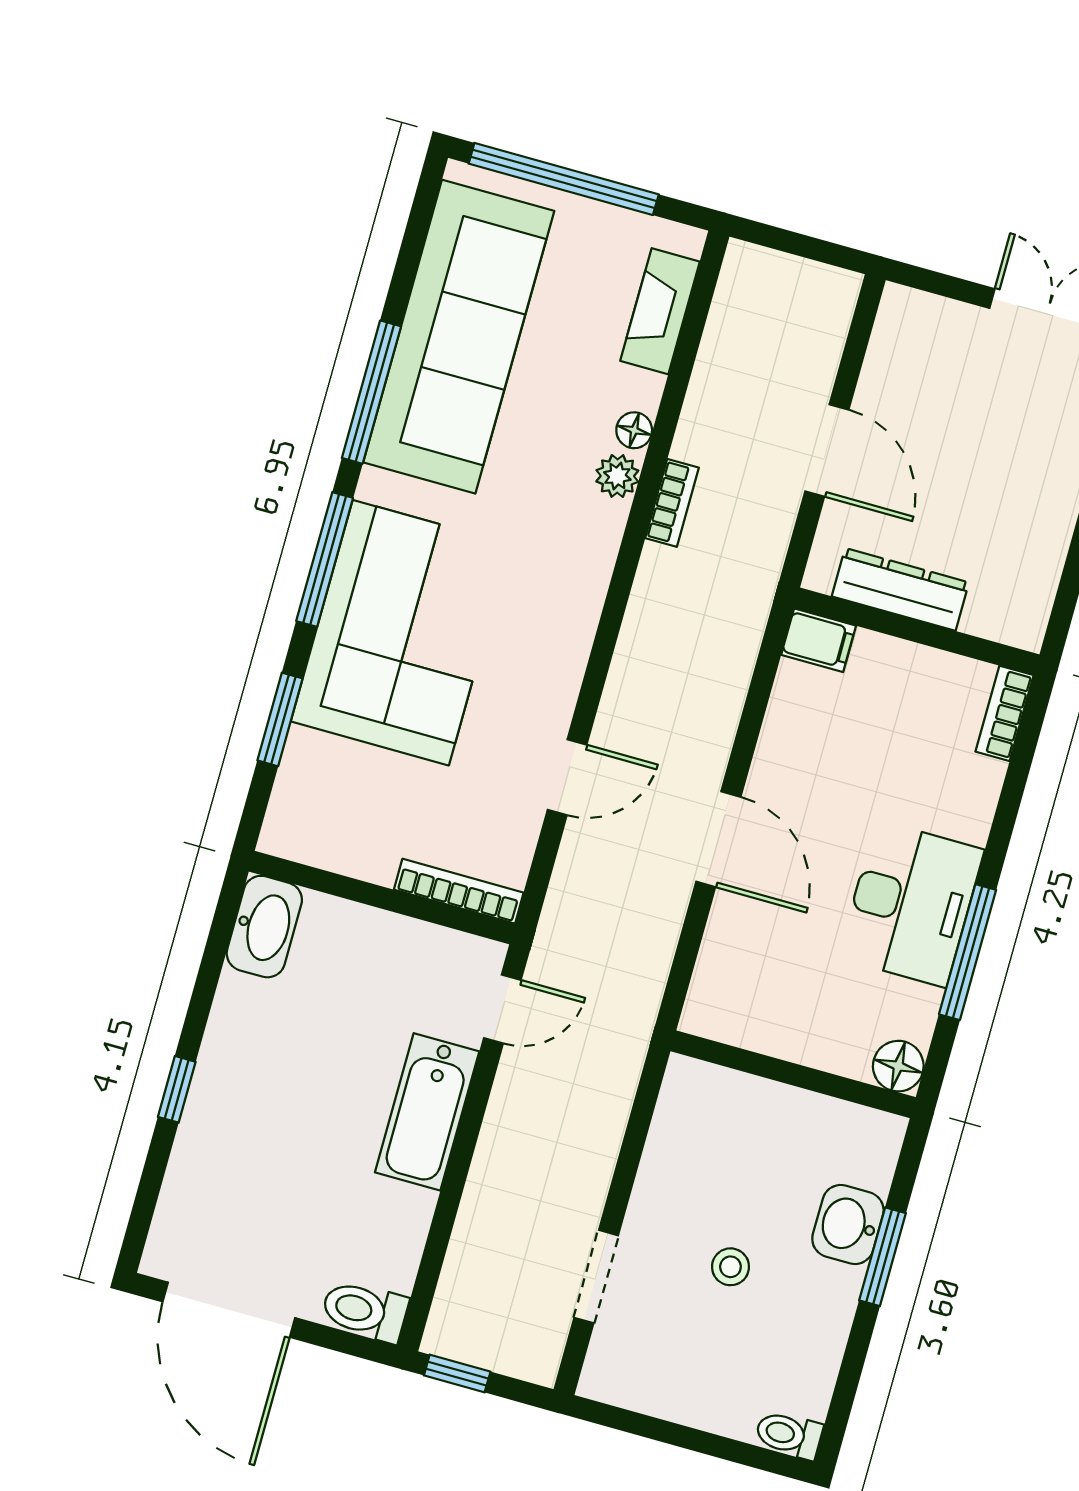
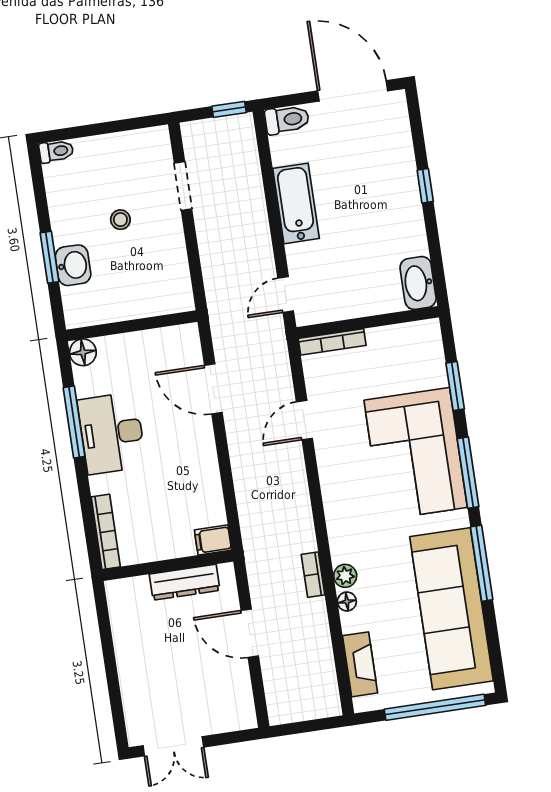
bookcase: (1004, 713) -> (106, 532), width x1.56
door: (718, 839) -> (213, 389), moved
bathtub: (427, 1112) -> (296, 203), moved

